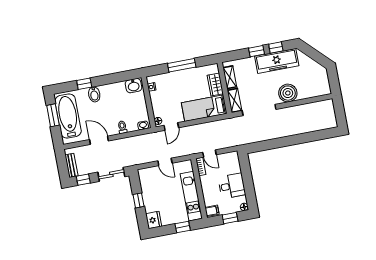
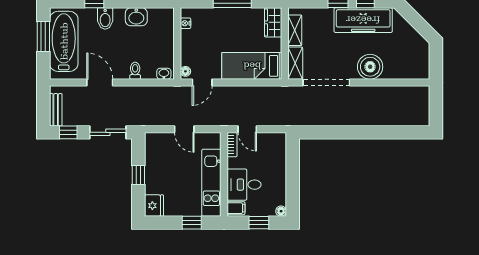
wardrobe: (215, 85) -> (273, 22), moved
washbasin: (134, 86) -> (136, 17), moved
desk: (232, 186) -> (244, 185), moved, turned 180

